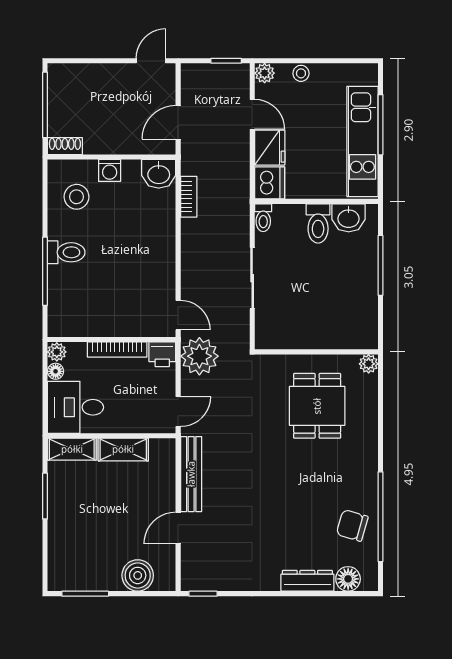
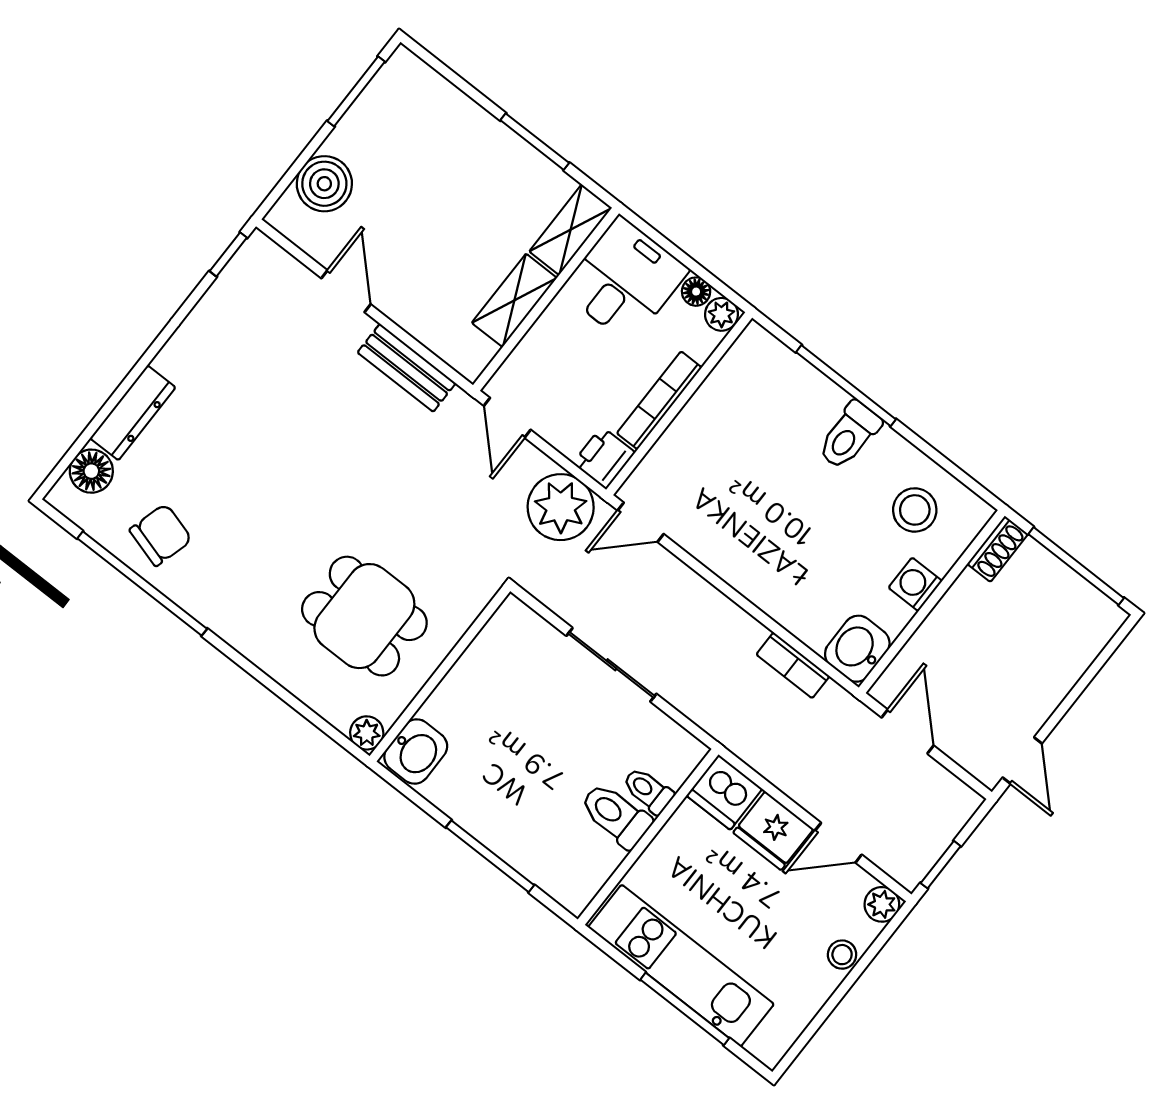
toilet: (263, 218) -> (648, 791), moved
washbasin: (349, 218) -> (416, 751), moved, turned 180
bench: (191, 474) -> (407, 368), width x0.73

